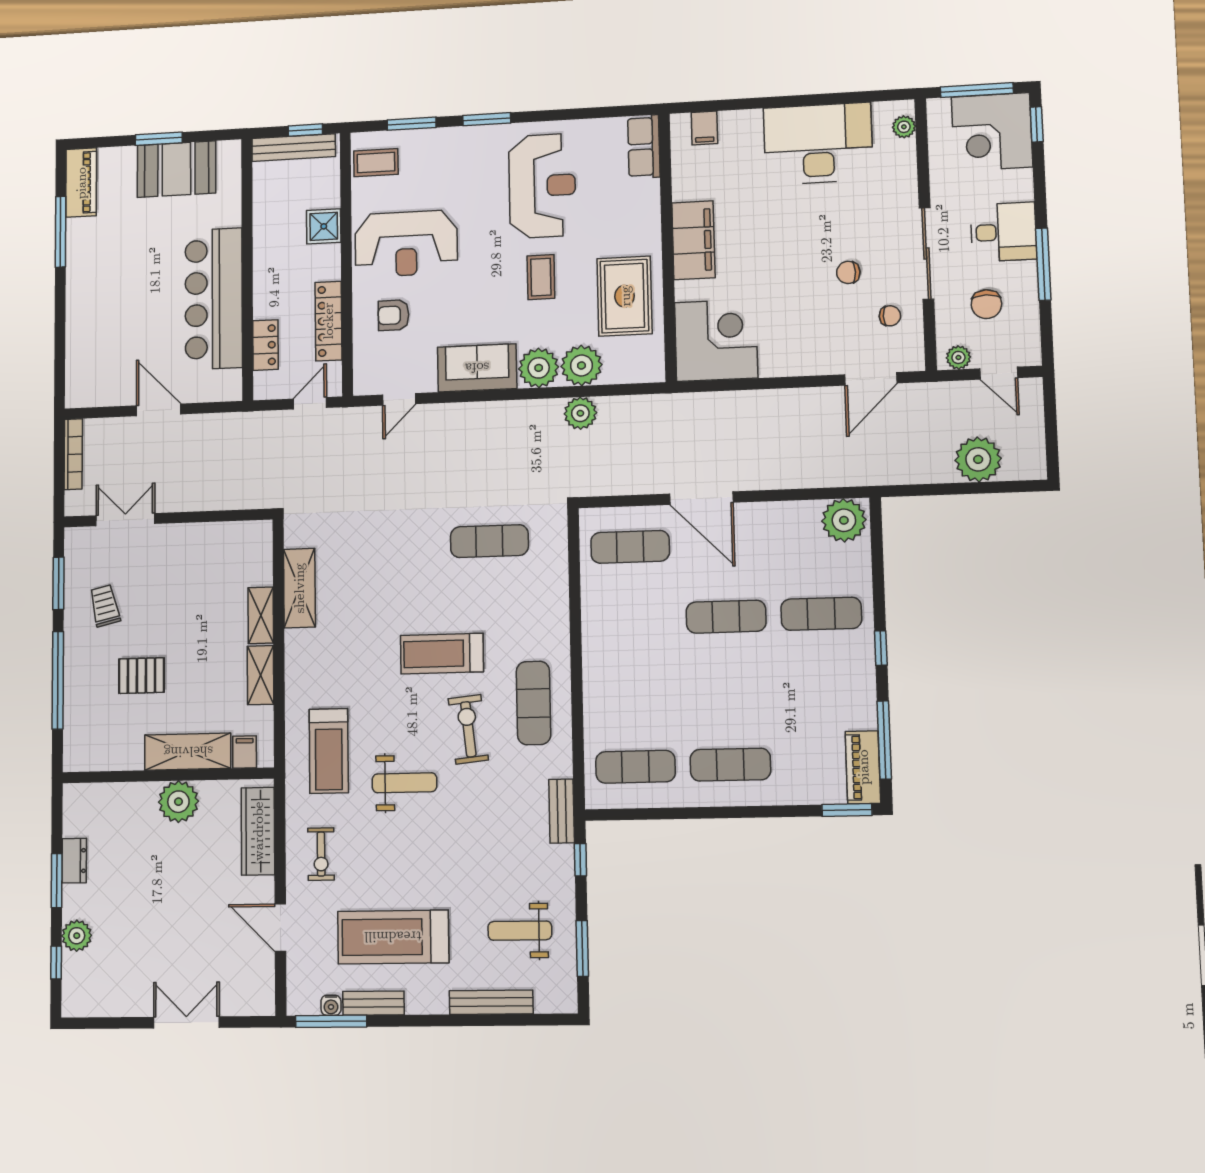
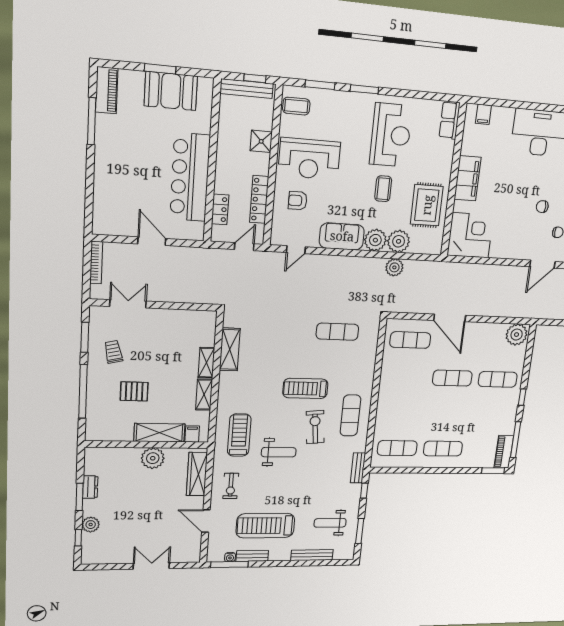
treadmill: (329, 751) -> (239, 435), turned 180

